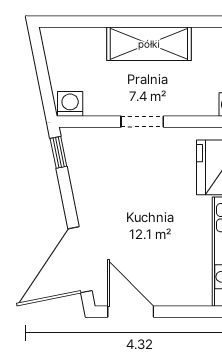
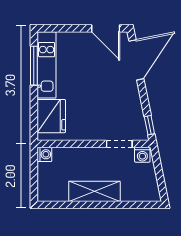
doorway: (142, 122) -> (119, 144), moved

